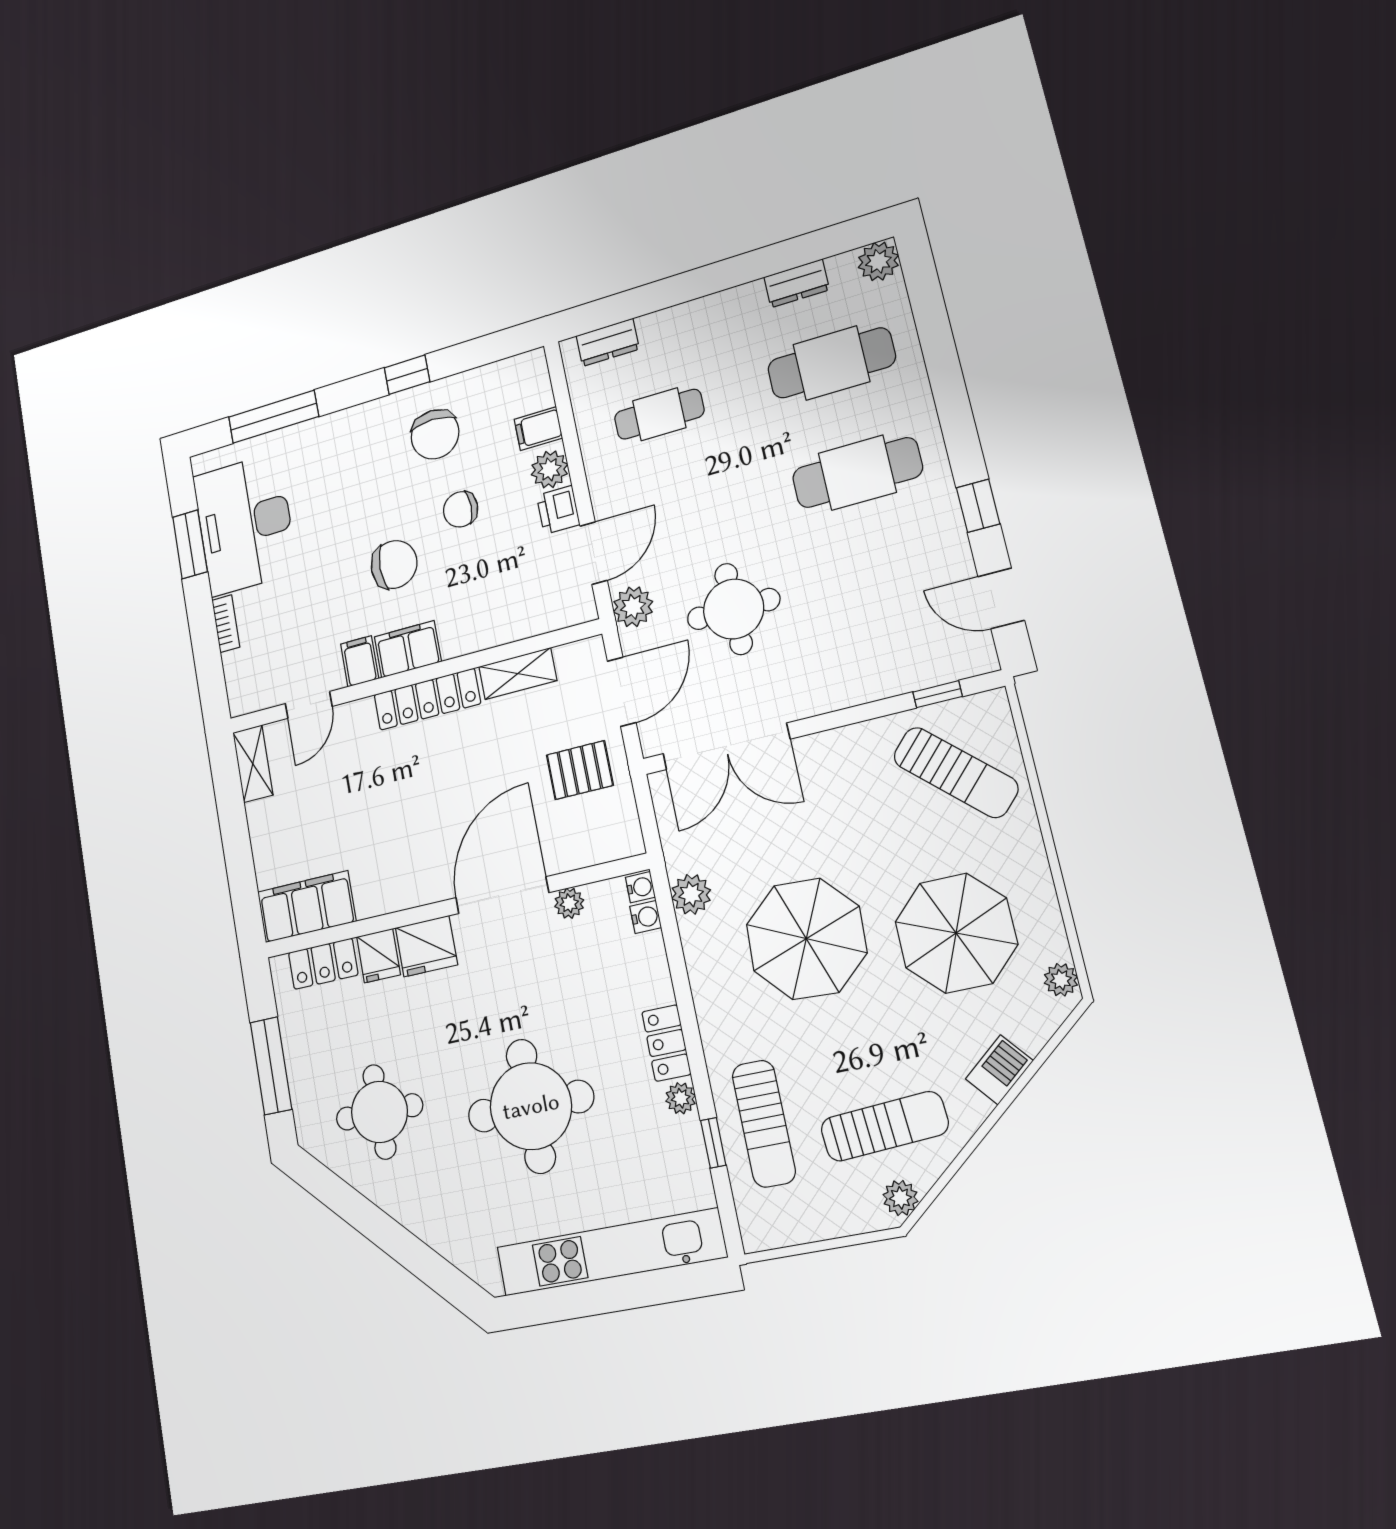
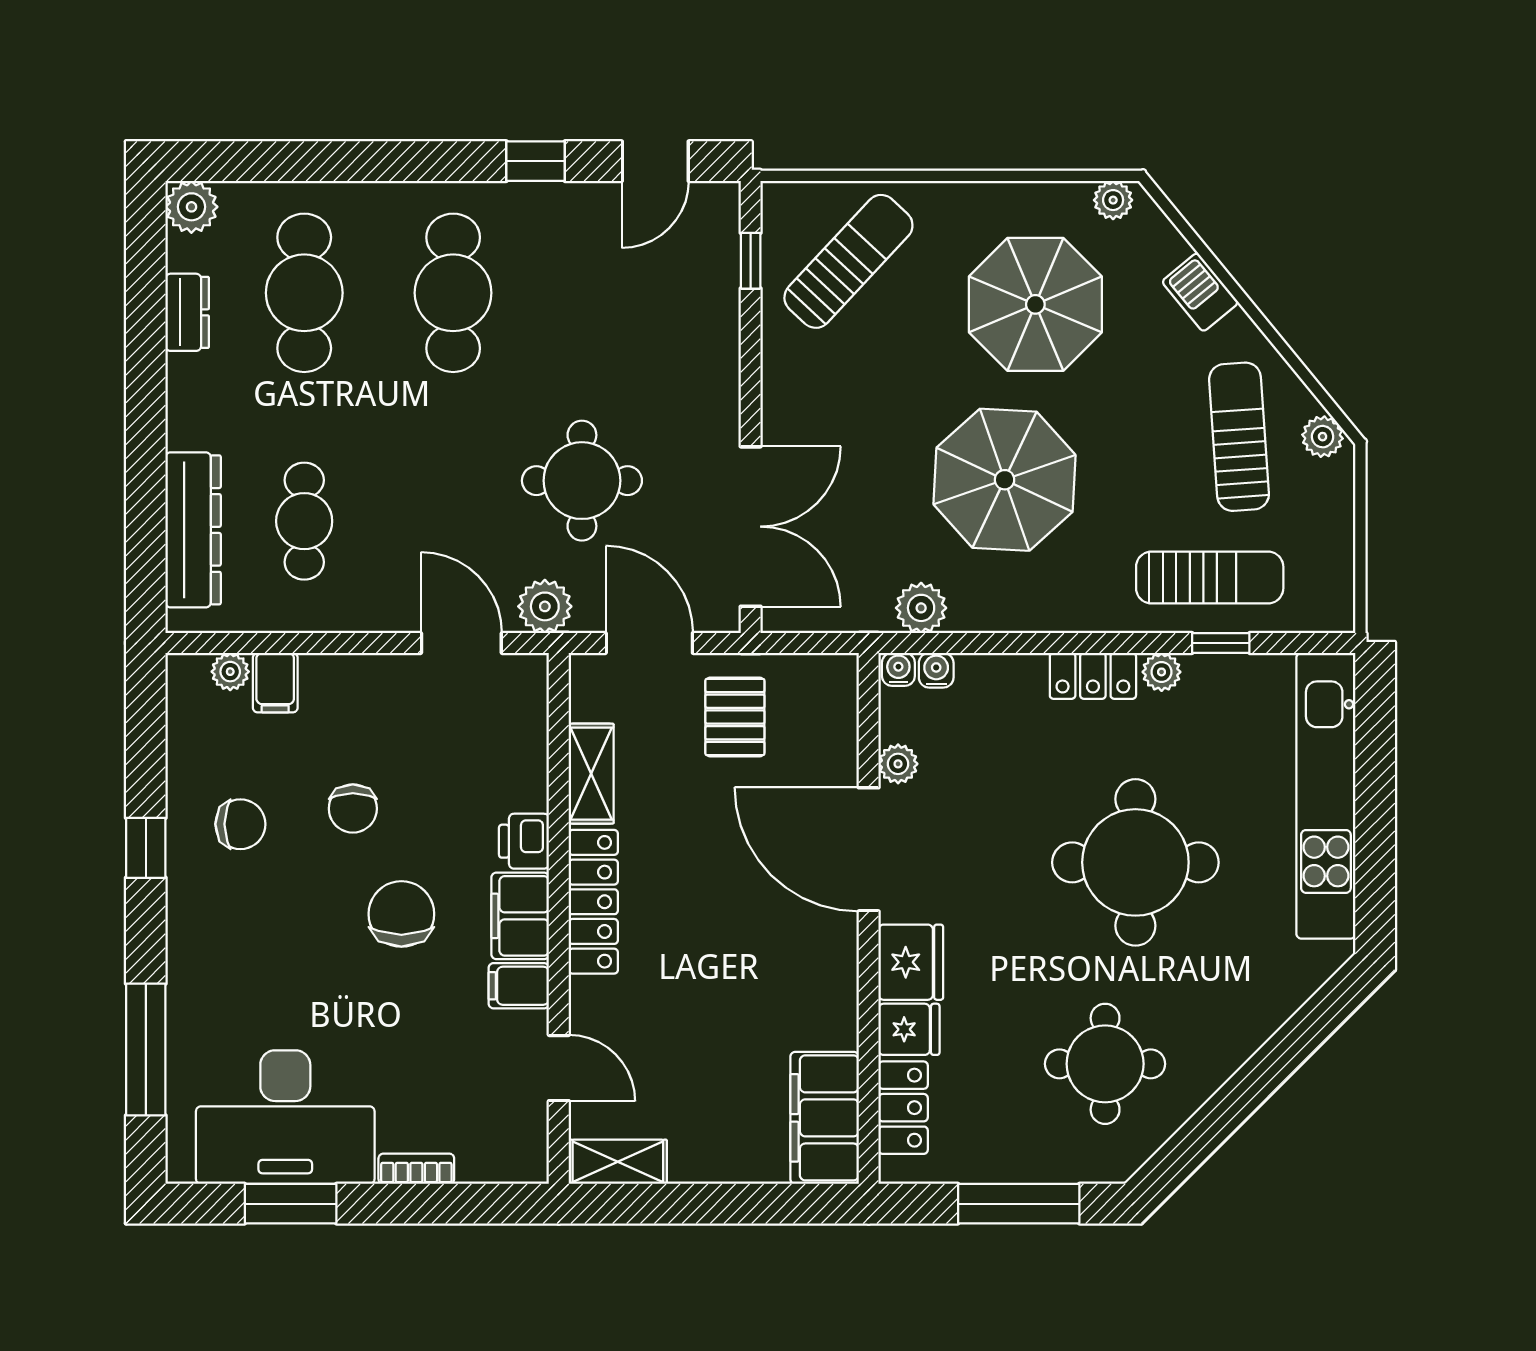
dresser: (608, 342) -> (193, 530), width x1.96, depth x1.24
chair: (435, 434) -> (240, 824), width x0.73, depth x0.73
plant: (550, 469) -> (230, 672), moved, width x0.73, depth x0.73
printer: (558, 510) -> (524, 841), moved, turned 90

